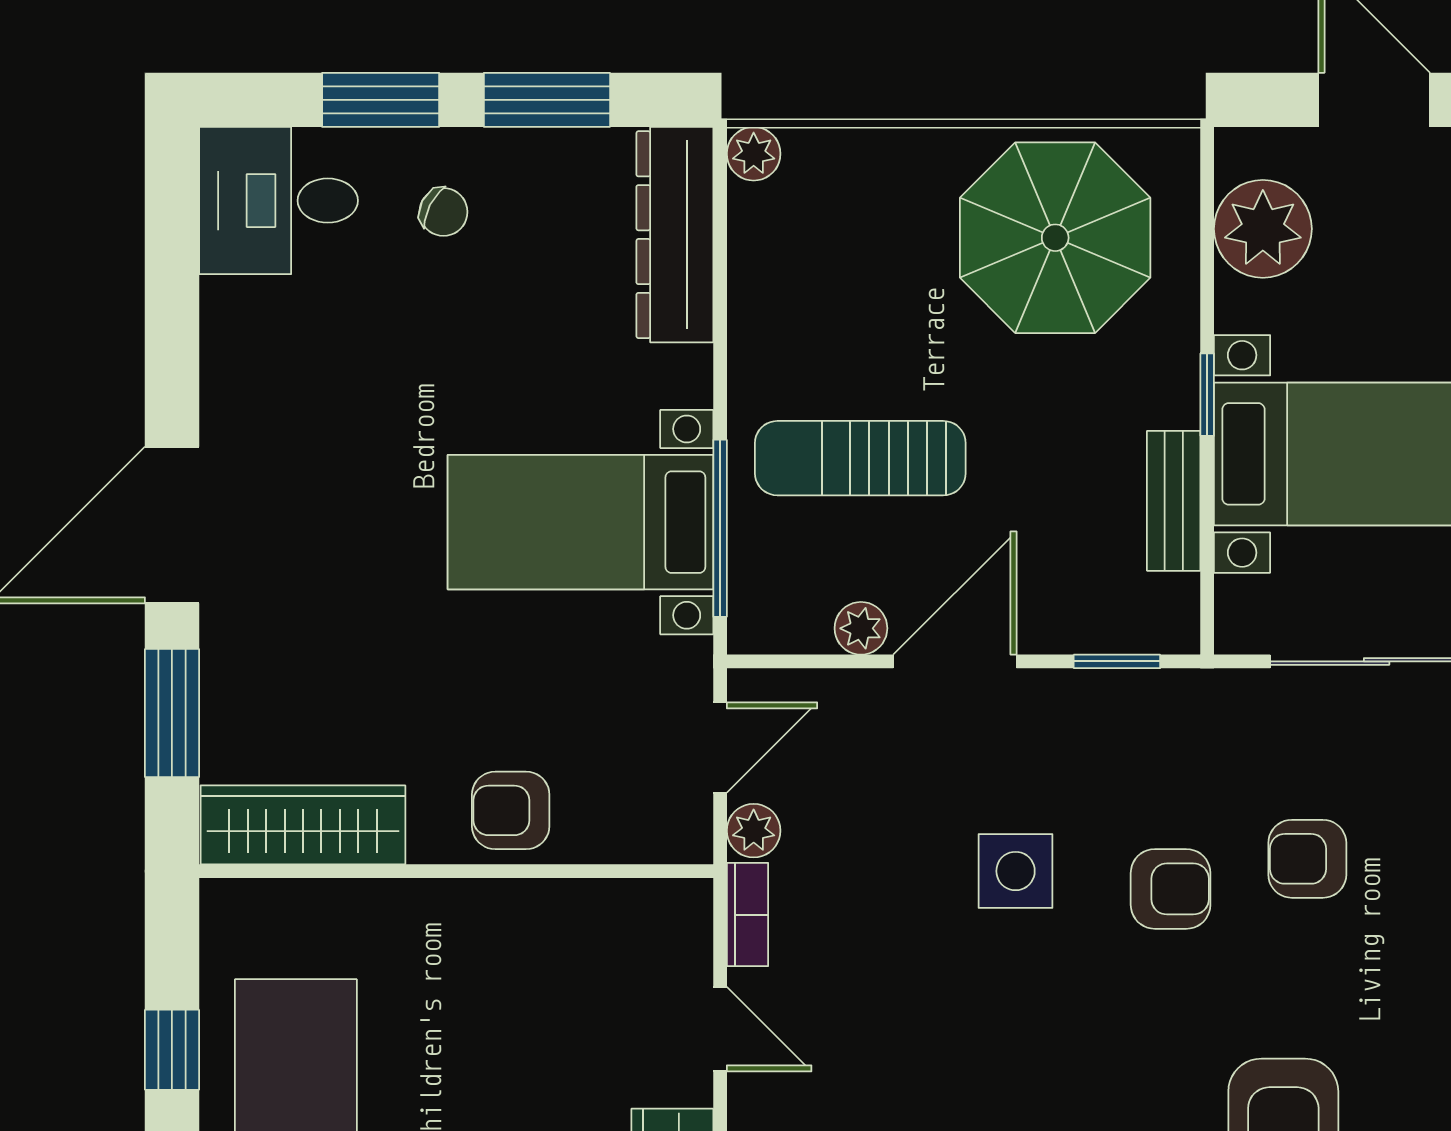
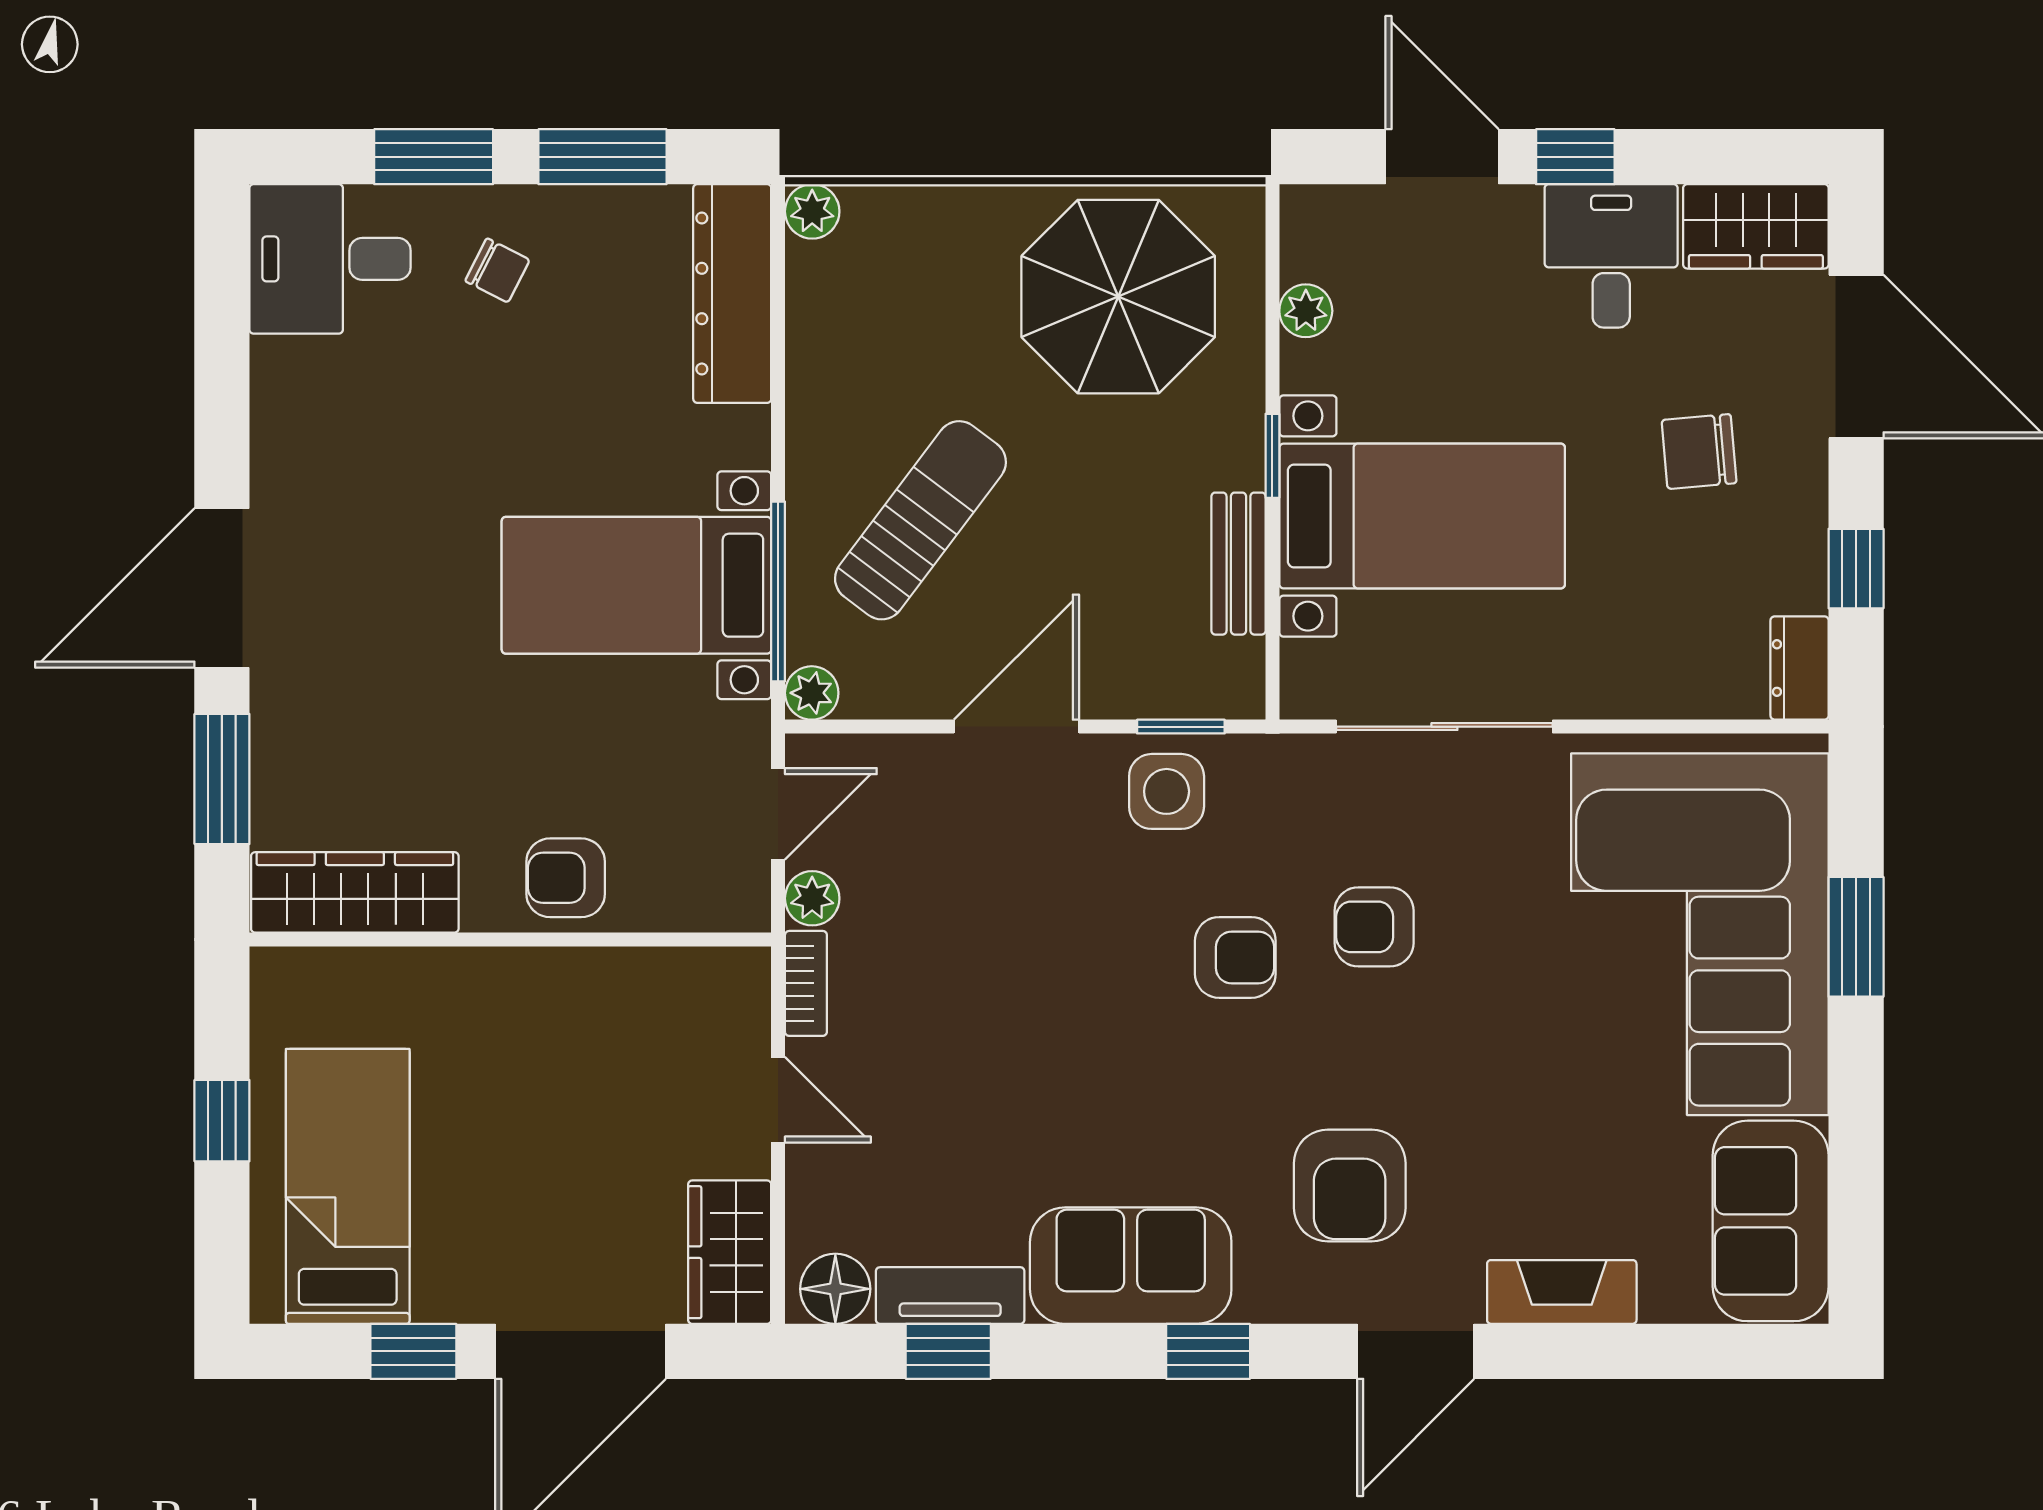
plant: (1263, 229) -> (1306, 311), width x0.53, depth x0.53
sun lounger: (860, 458) -> (920, 520), turned 127
plant: (861, 628) -> (812, 693), moved
side table: (1016, 871) -> (1167, 791), moved

